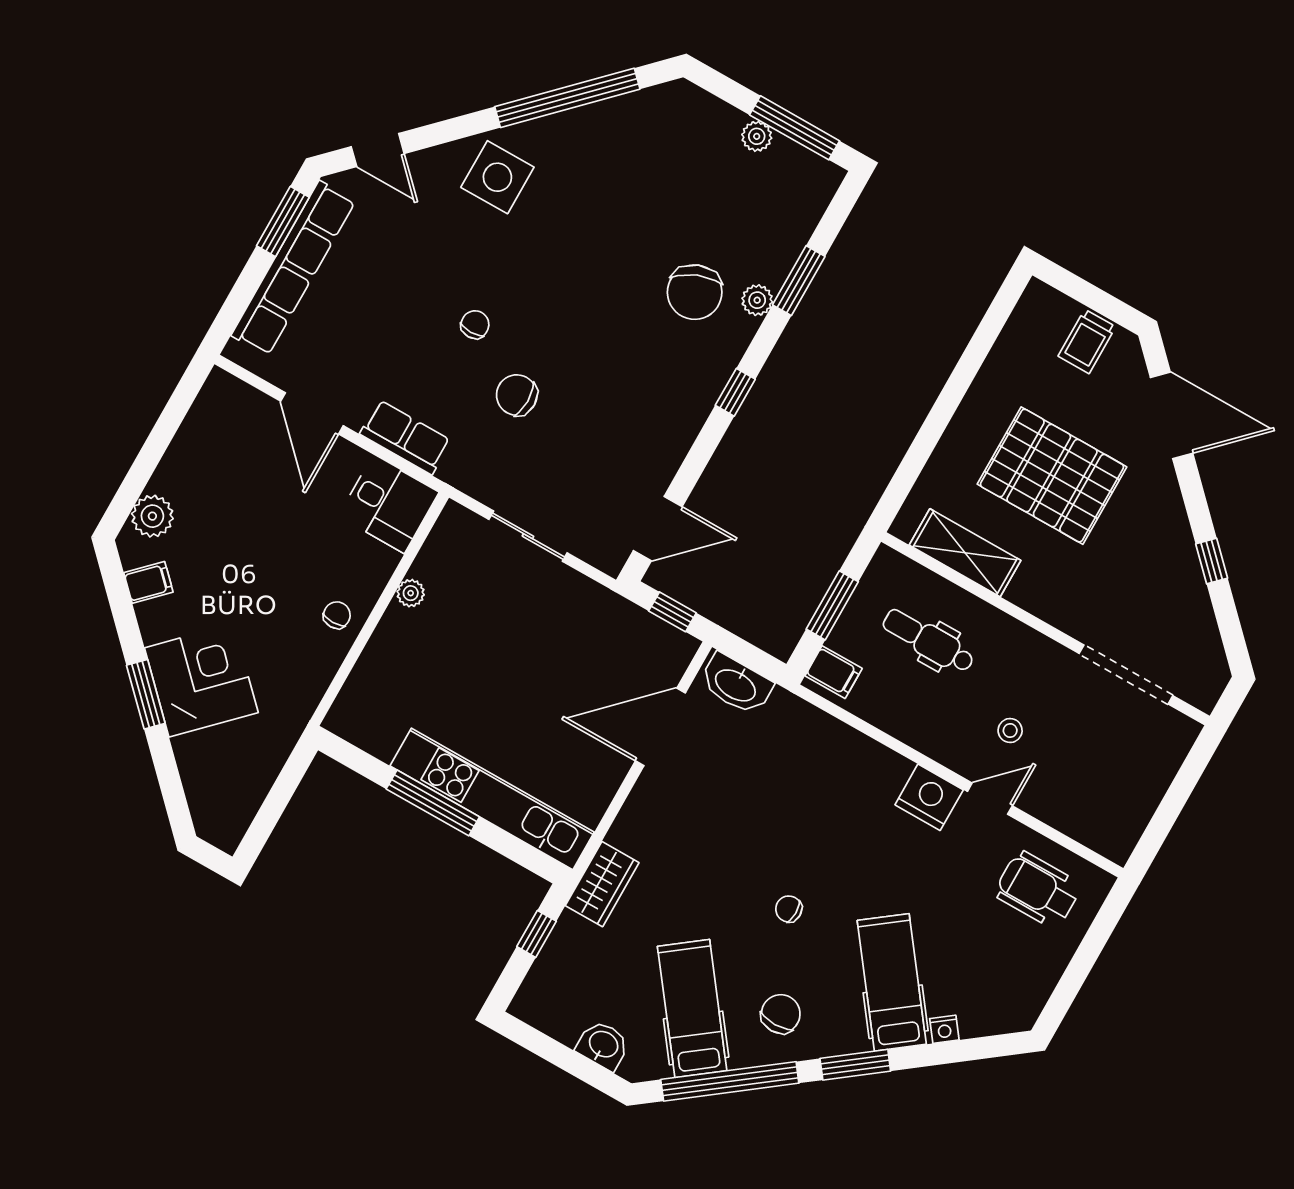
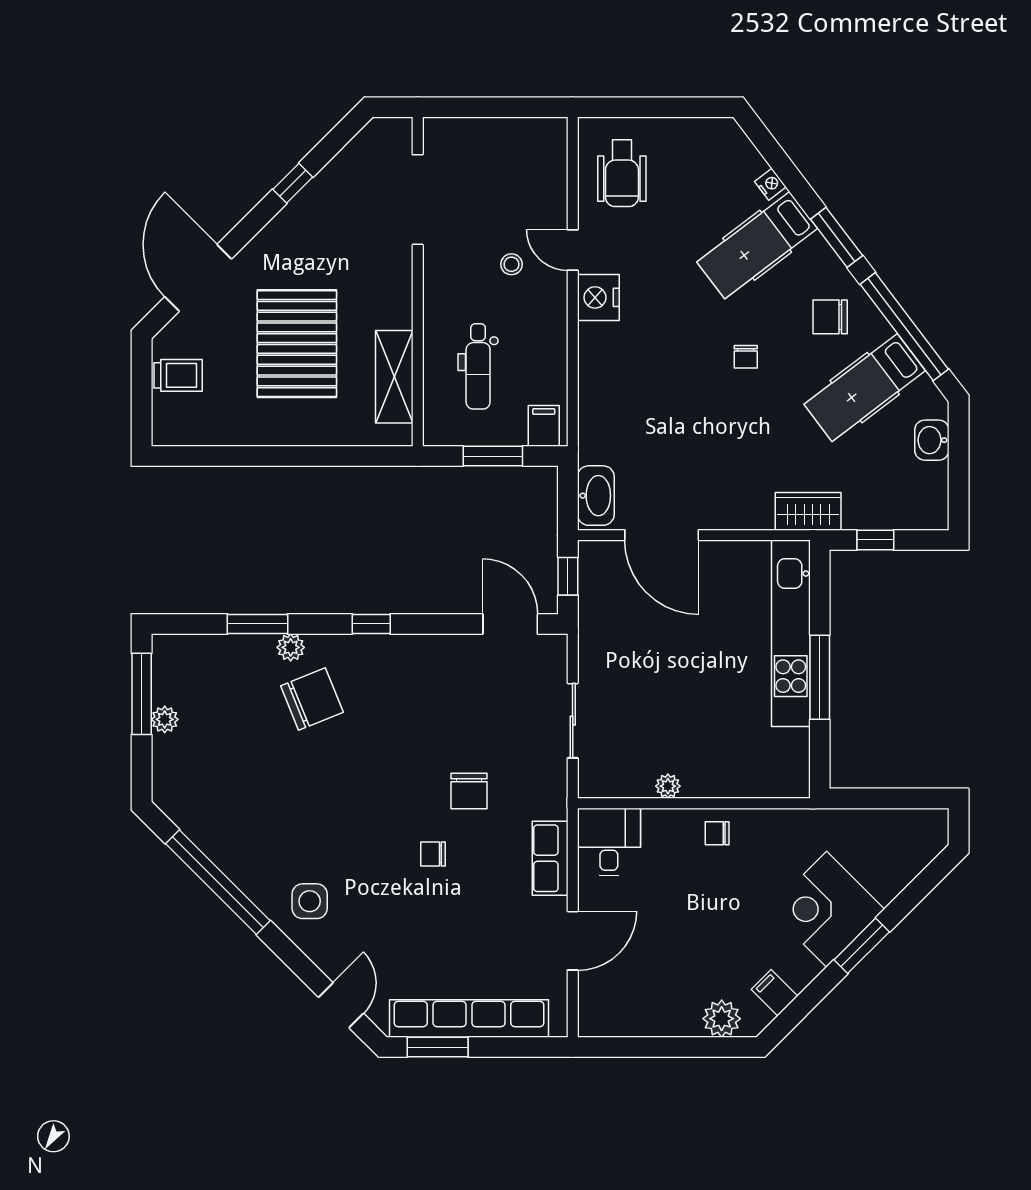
side table: (497, 177) -> (310, 901), width x0.73, depth x0.73

